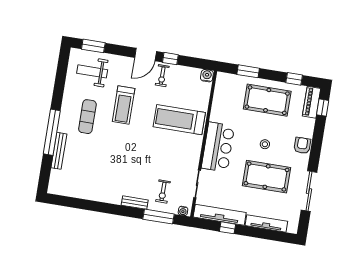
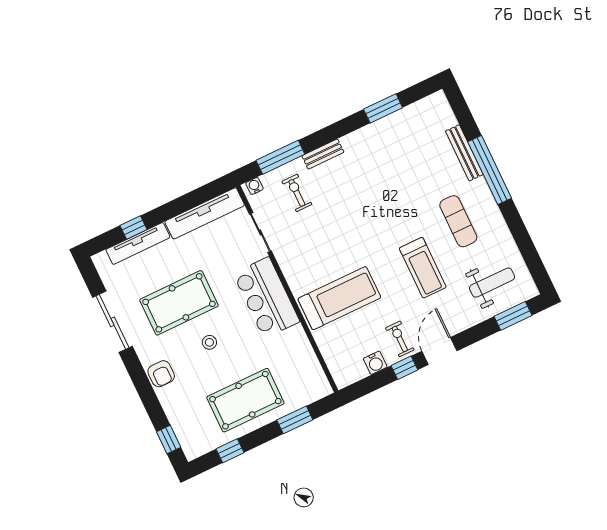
water cooler: (207, 76) -> (375, 363), moved
piano: (312, 102) -> (187, 437), removed
treadmill: (124, 105) -> (423, 268), turned 180
window: (86, 205) -> (383, 108), added
window: (227, 228) -> (134, 227), moved

